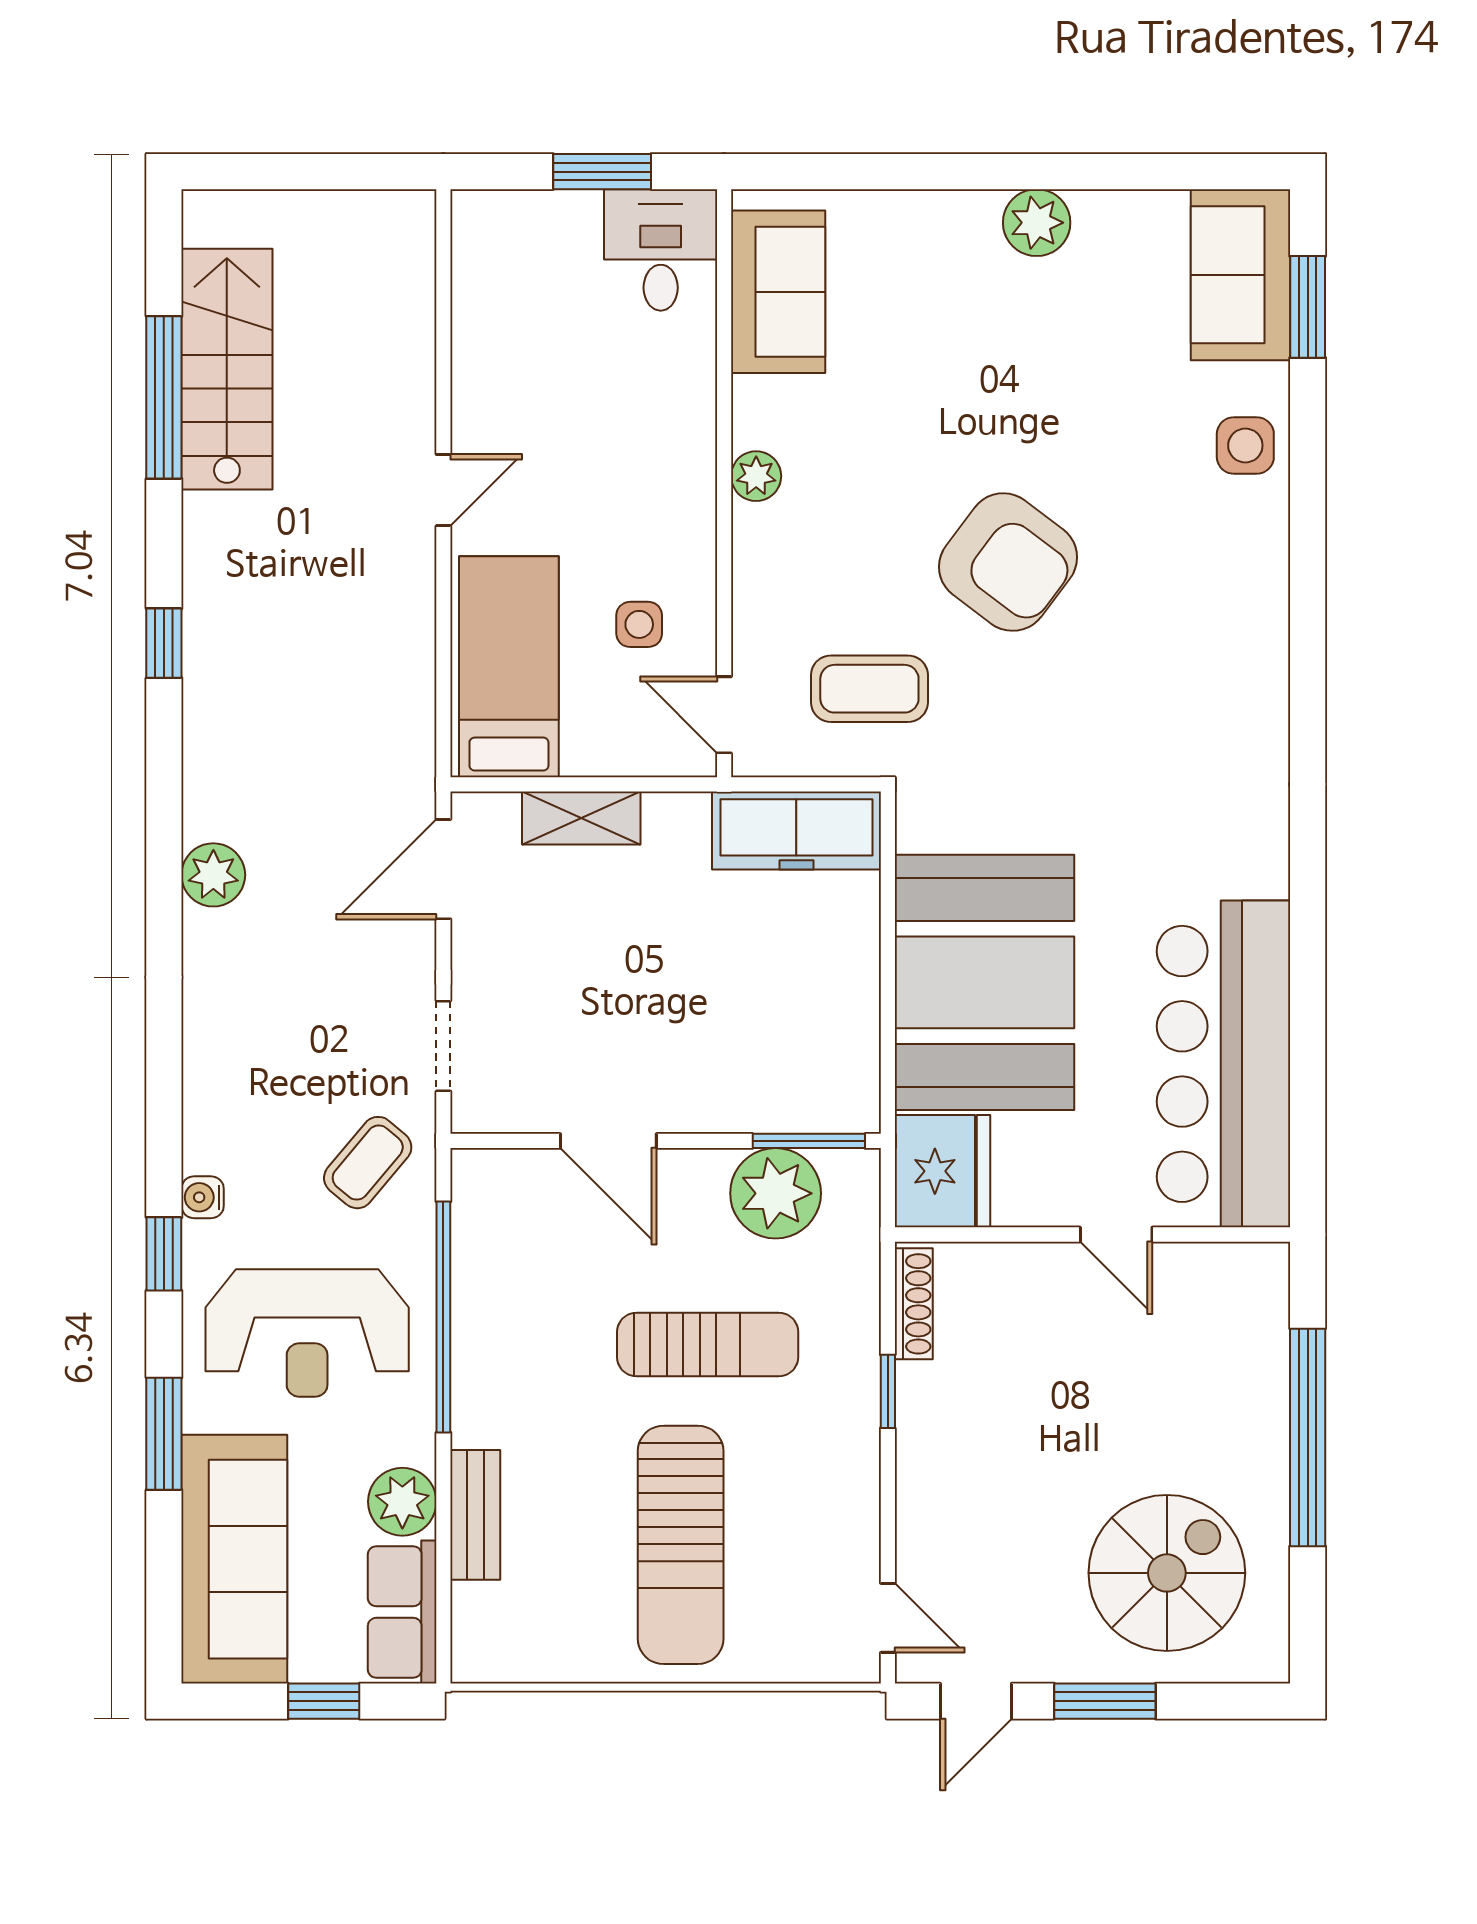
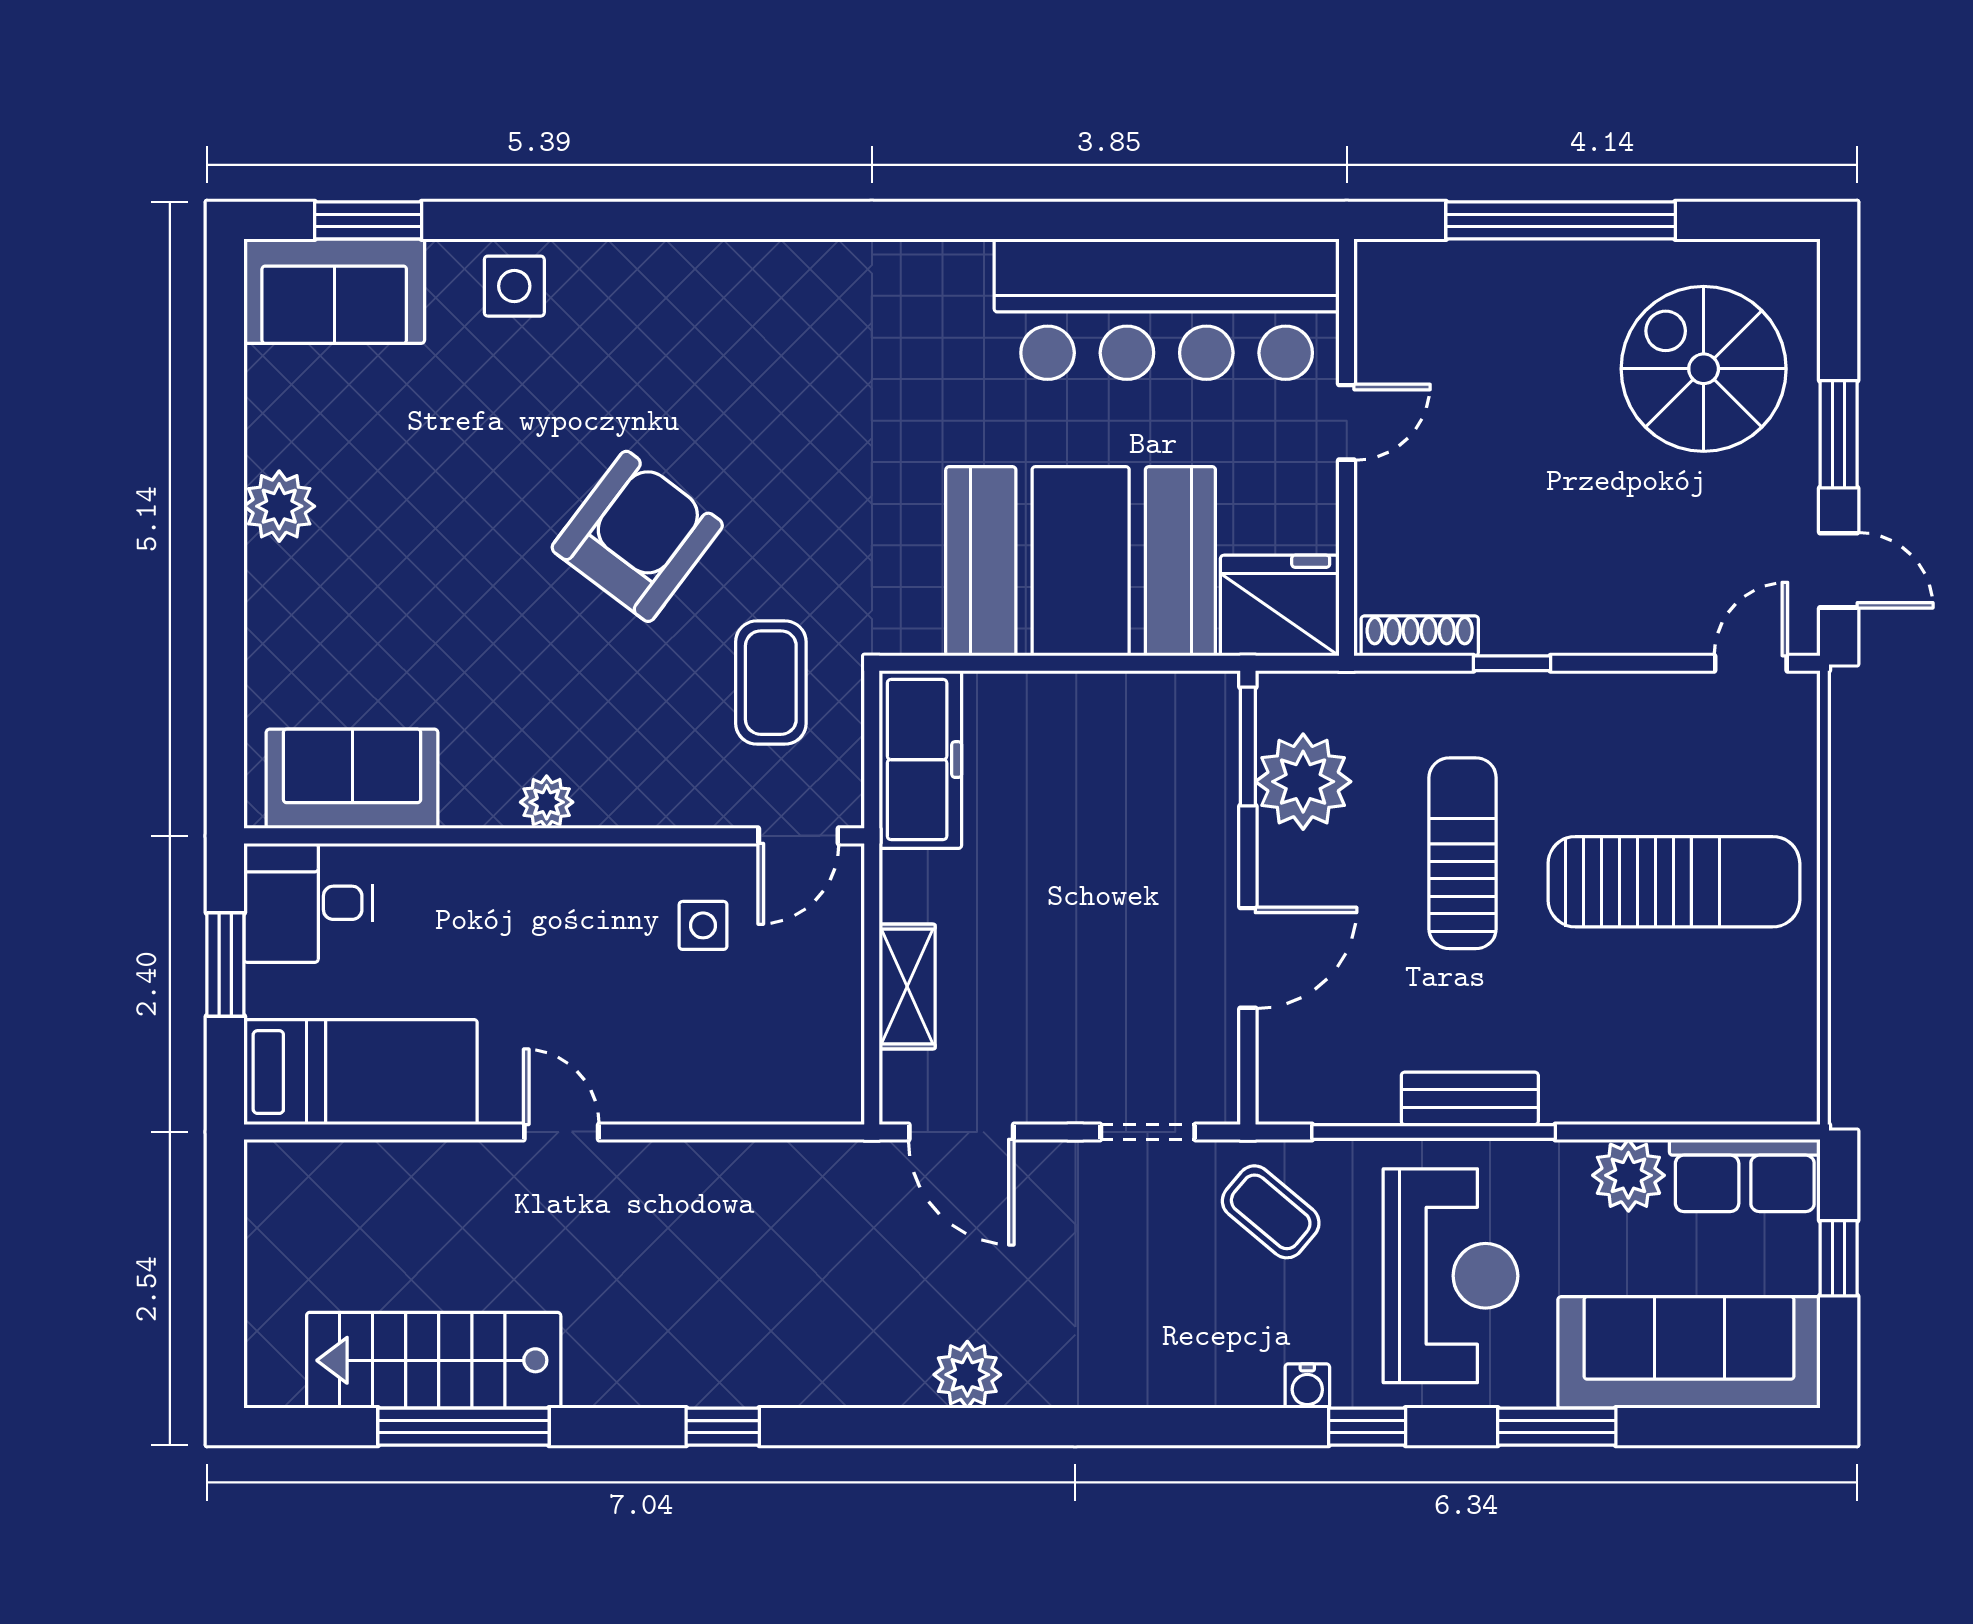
bed: (509, 667) -> (361, 1072), moved, turned 180
bench: (475, 1515) -> (1470, 1098), moved

